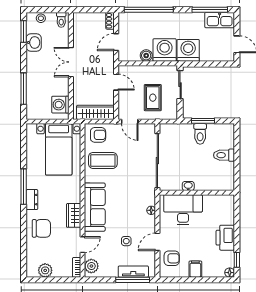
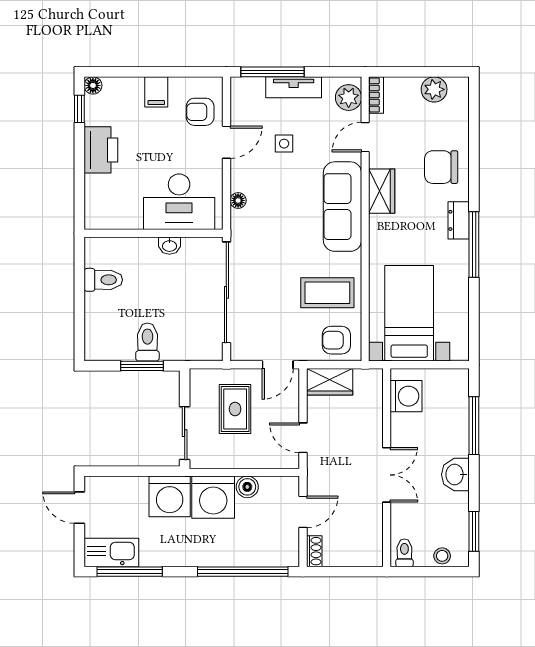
washbasin: (34, 42) -> (455, 475), moved
wardrobe: (95, 112) -> (330, 382), width x0.67
door: (130, 122) -> (278, 365), swing flipped
toilet: (224, 155) -> (103, 280), moved
tv unit: (133, 272) -> (294, 87), moved

